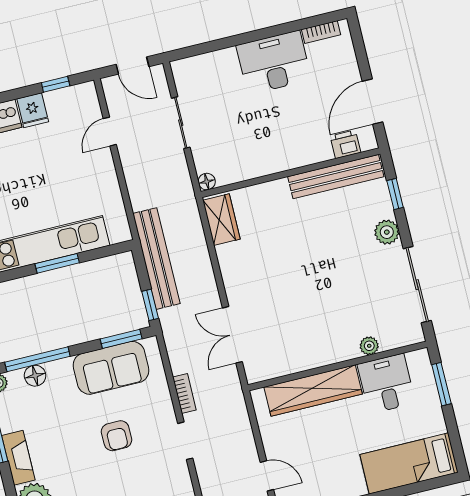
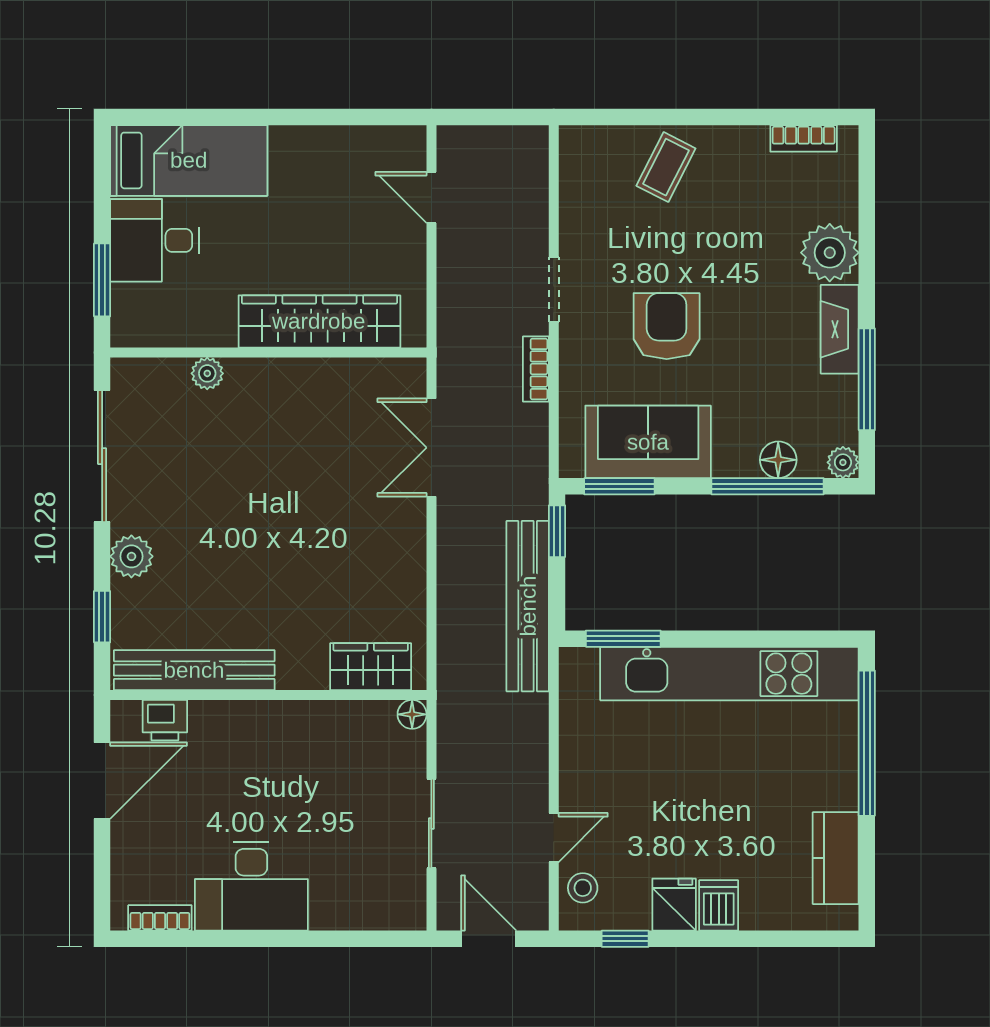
stool: (87, 107) -> (583, 888), added
wardrobe: (221, 220) -> (371, 667), moved, turned 90
window: (57, 263) -> (623, 639), moved
double door: (232, 335) -> (431, 448), swing flipped
desk: (386, 384) -> (155, 240), moved, turned 90
armchair: (117, 436) -> (667, 326), width x1.38, depth x1.38

